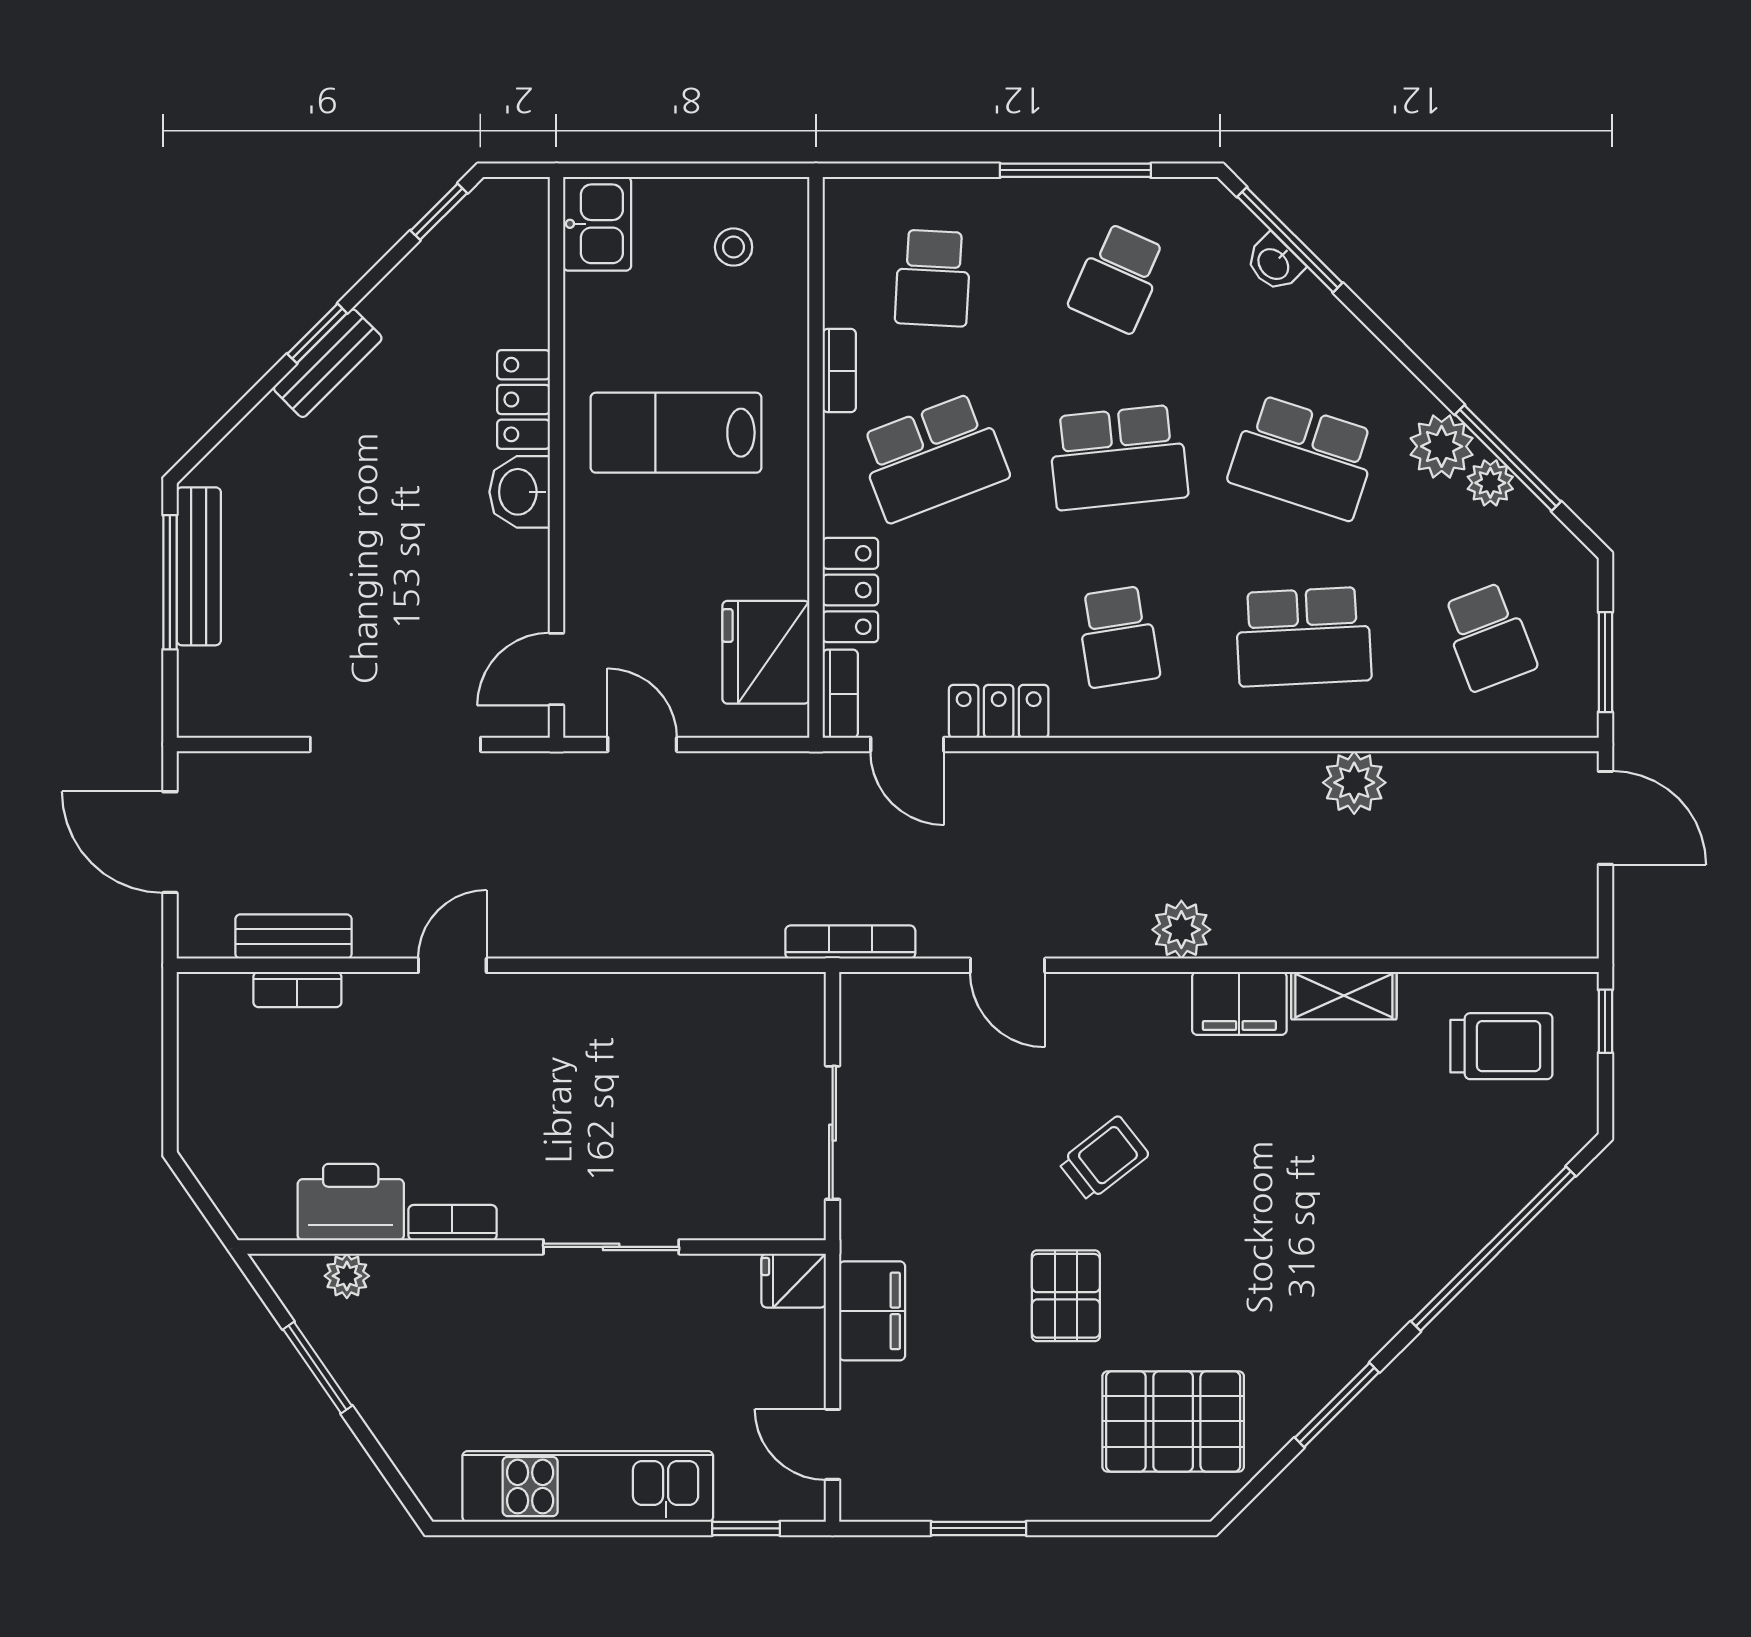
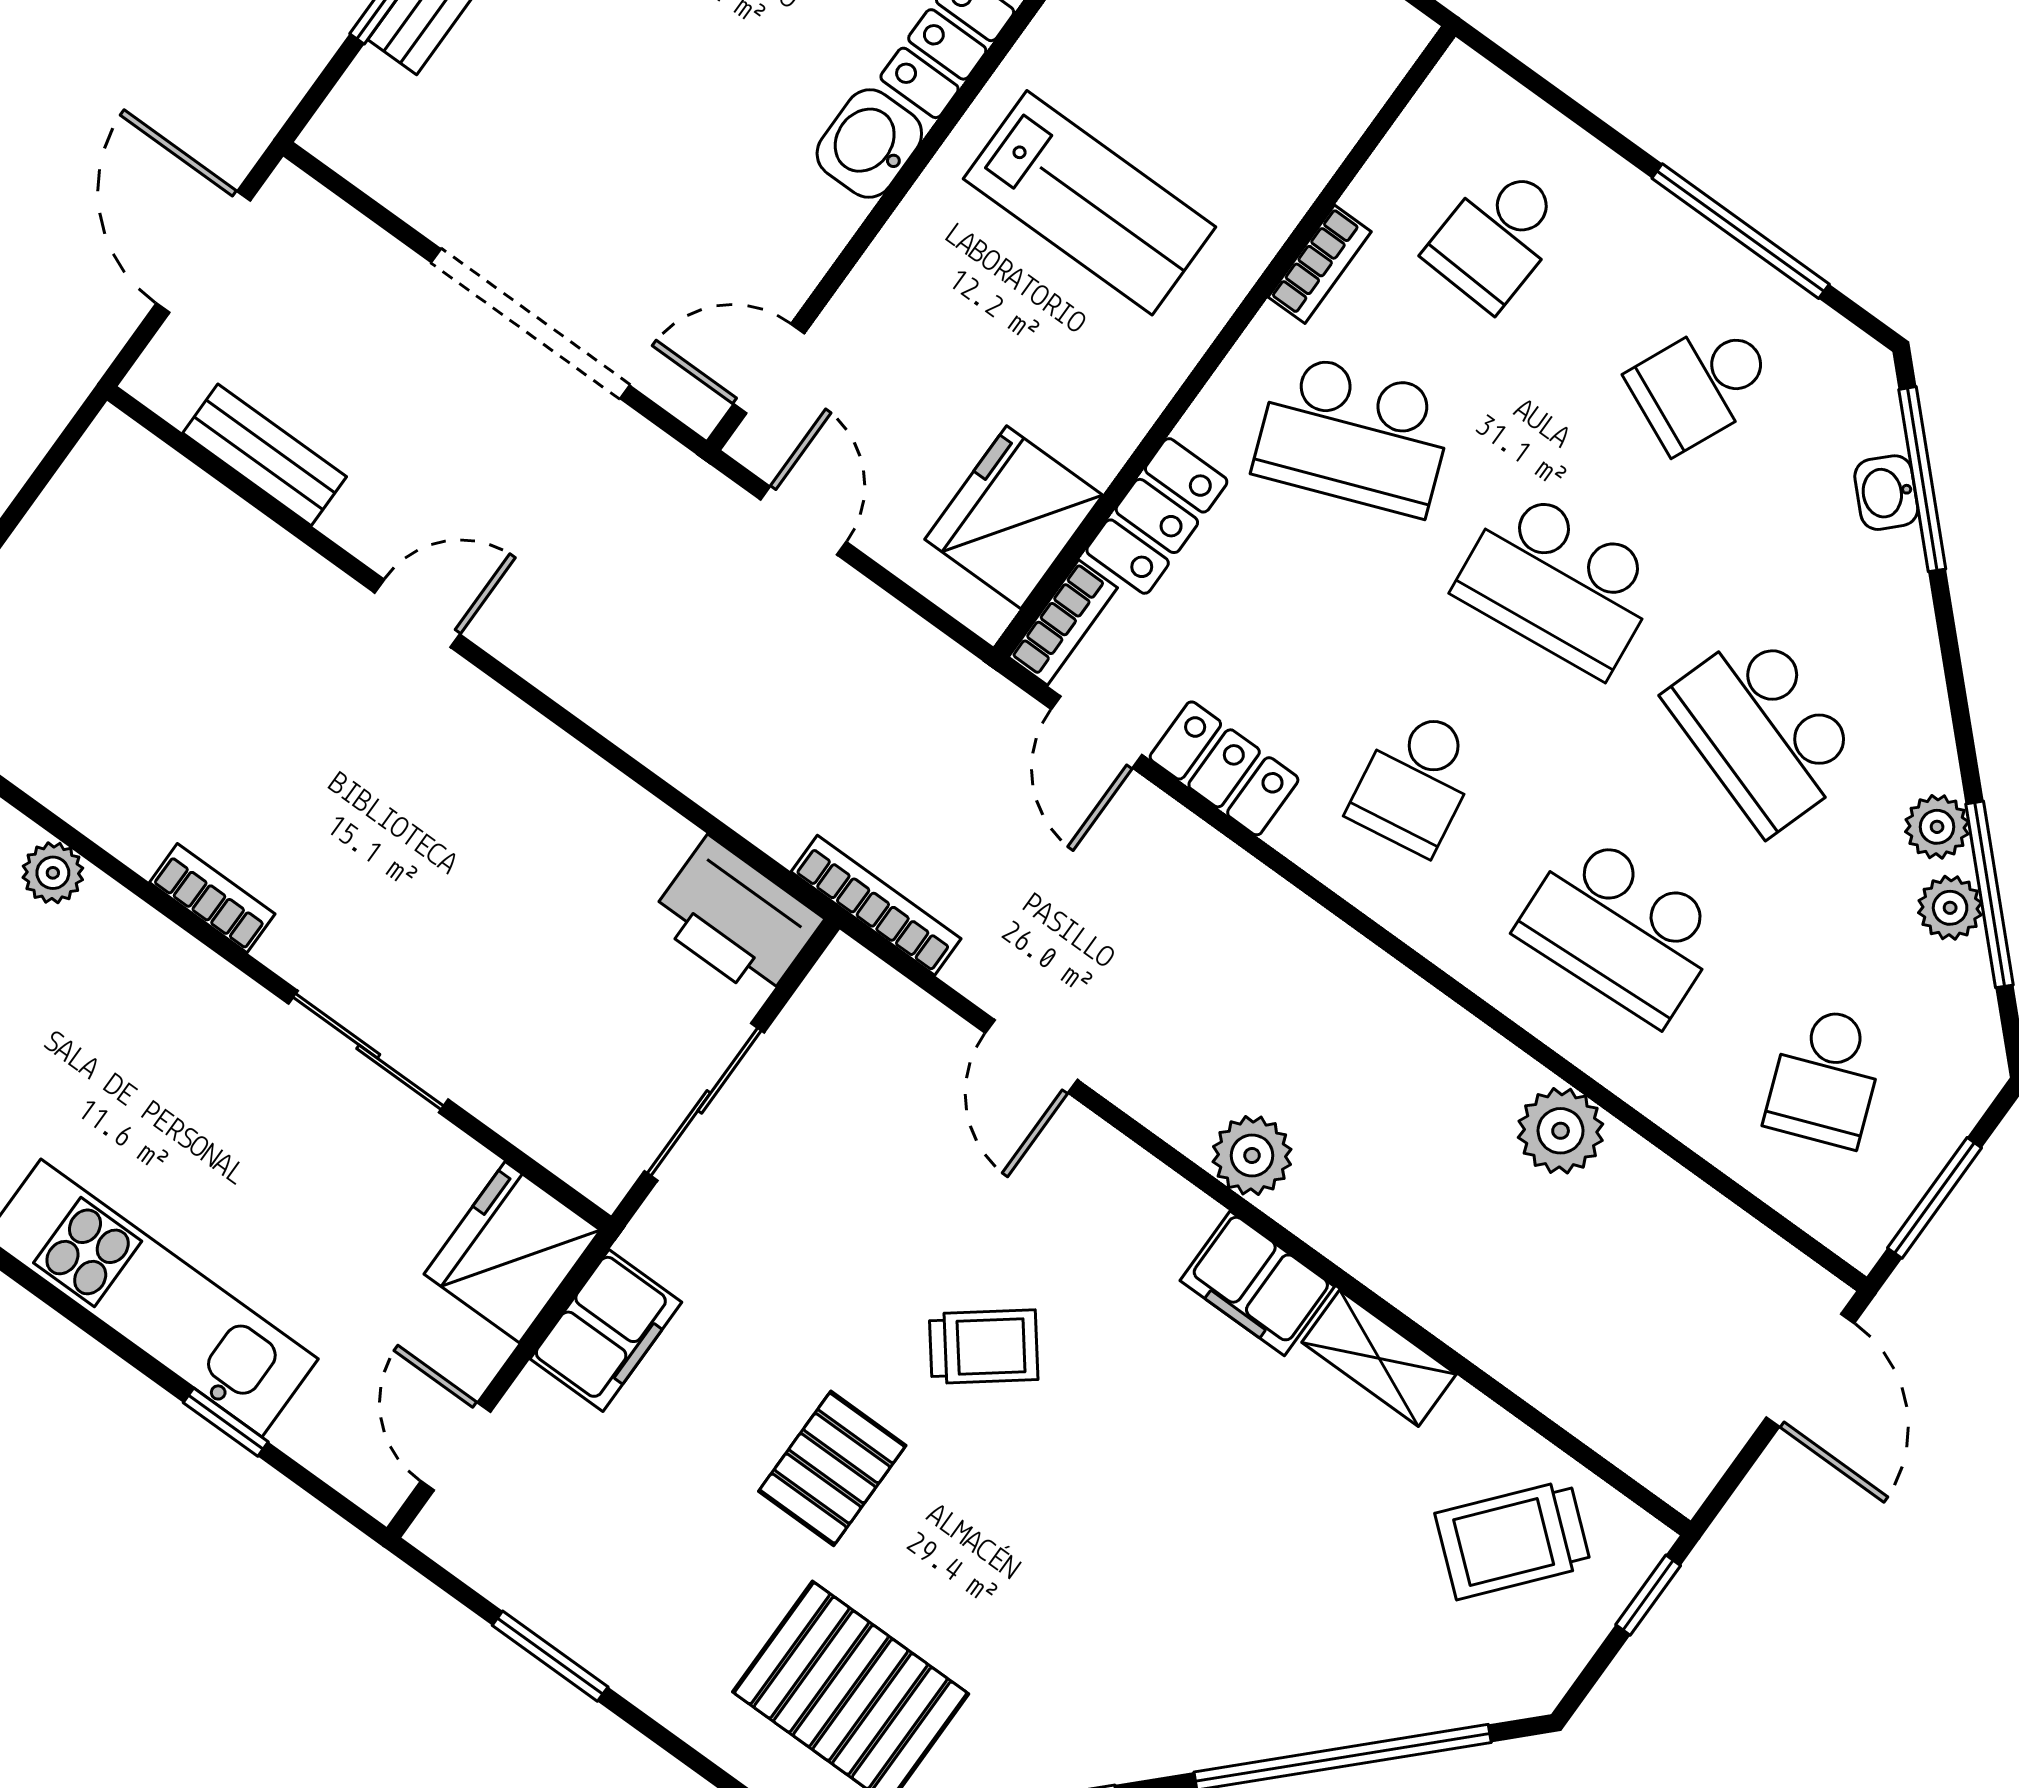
stool: (734, 247) -> (1301, 43), removed
lab bench: (676, 433) -> (1090, 203), turned 180
plant: (1442, 446) -> (1937, 827), width x0.73, depth x0.73
bookcase: (297, 990) -> (227, 517), removed
trolley: (1501, 1046) -> (1513, 1540), turned 130
printer: (351, 1202) -> (736, 919), moved, turned 180
fridge: (794, 1281) -> (512, 1252), width x1.88, depth x1.34
window: (746, 1528) -> (226, 1422), moved

